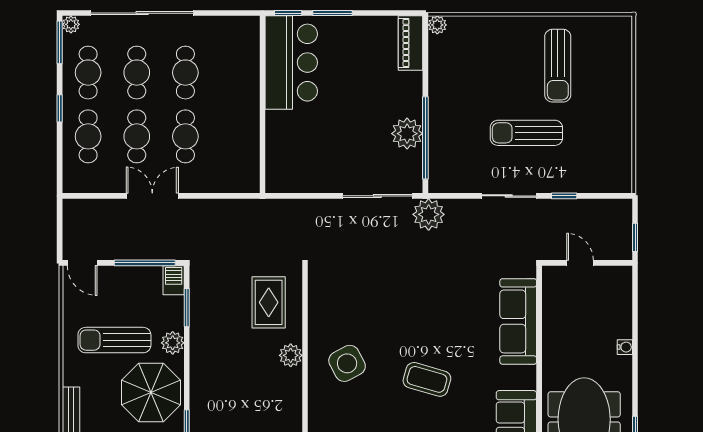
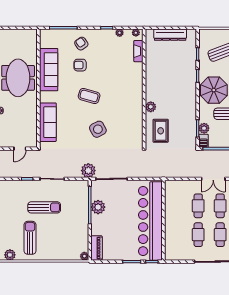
plant: (602, 28) -> (10, 255), added
bar counter: (291, 63) -> (150, 221), width x1.86
door: (580, 263) -> (20, 149), hinge flipped
plant: (173, 343) -> (204, 128), moved
side table: (347, 363) -> (98, 129), moved

